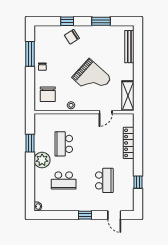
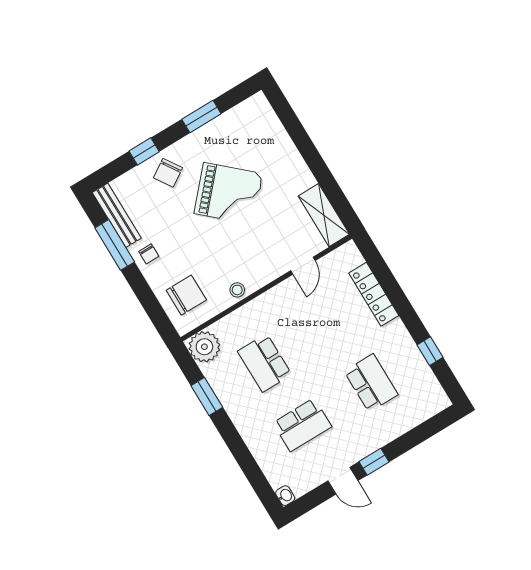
bench: (129, 47) -> (117, 215), moved
grand piano: (92, 78) -> (228, 194), moved
chair: (48, 94) -> (186, 295), turned -90
plant: (42, 160) -> (204, 347), moved
door: (114, 215) -> (343, 481), moved

